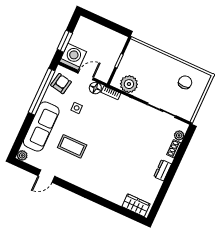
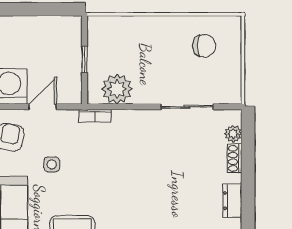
chair: (185, 82) -> (204, 46), turned 90
floor lamp: (95, 88) -> (67, 120), removed

